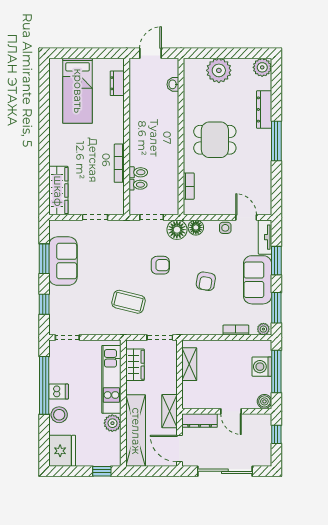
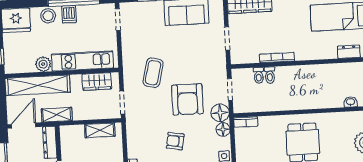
bookcase: (189, 186) -> (246, 122), moved
armchair: (160, 265) -> (187, 99), width x1.88, depth x1.88

